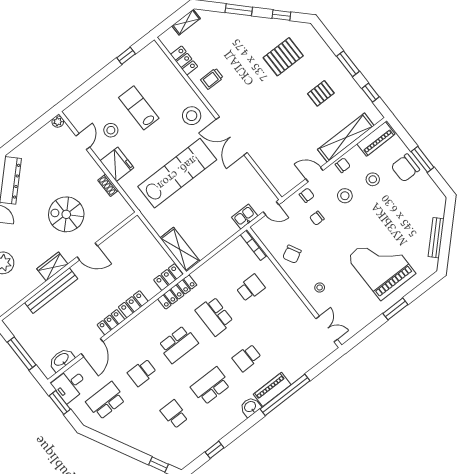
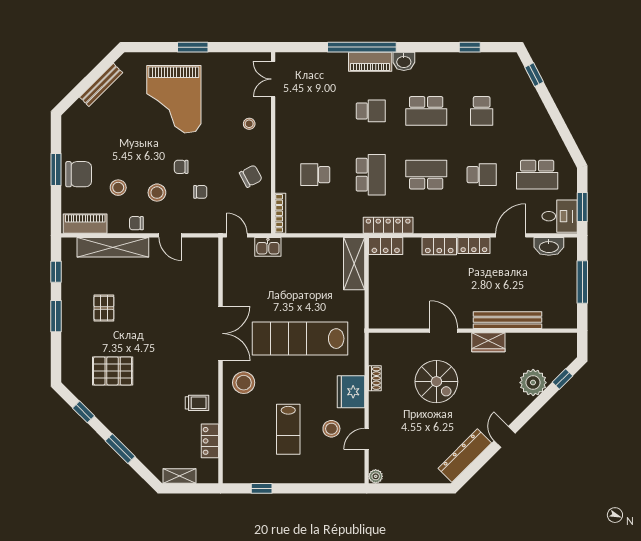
pallet: (321, 93) -> (104, 308), turned 90
chair: (307, 195) -> (181, 167), moved

